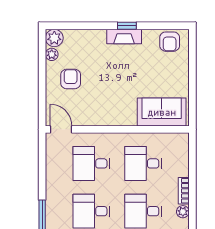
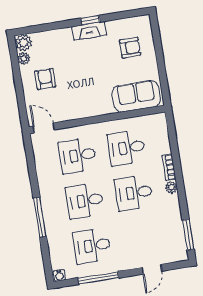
armchair: (170, 42) -> (130, 48), moved, turned -90

